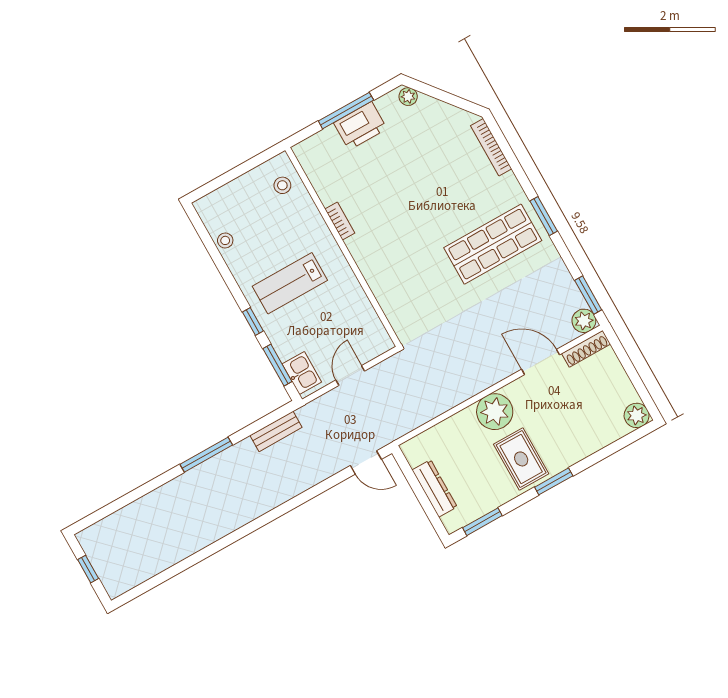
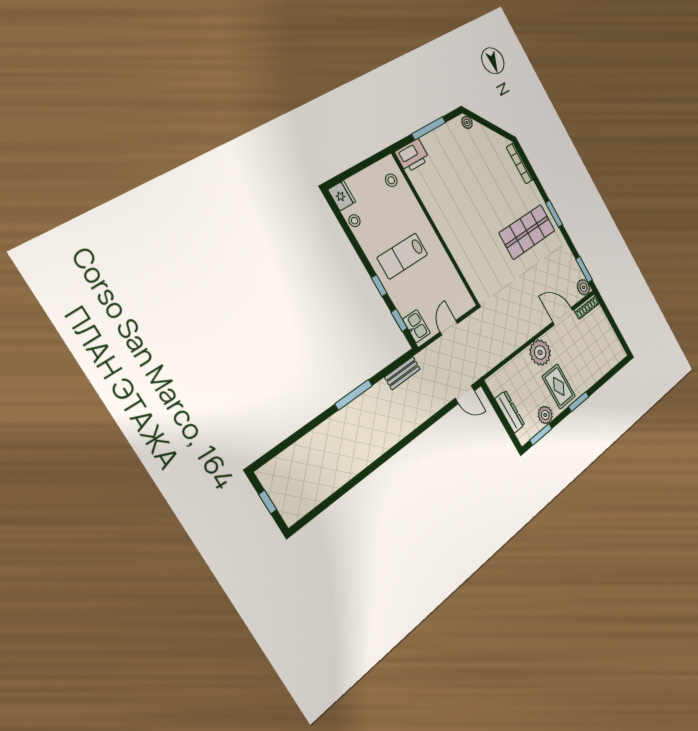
printer: (360, 126) -> (412, 156), moved
fridge: (210, 210) -> (342, 196), added
bookcase: (340, 221) -> (432, 210), removed
window: (277, 365) -> (399, 320), width x0.67
plant: (637, 415) -> (545, 415), moved

